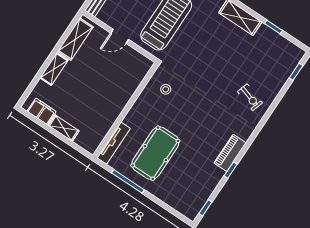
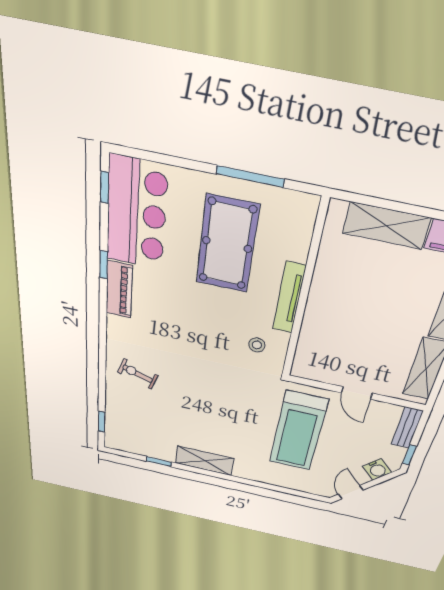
door: (120, 36) -> (357, 393), swing flipped
shelving: (64, 128) -> (386, 226), width x1.50, depth x1.33
tv unit: (114, 143) -> (289, 298), moved
bar counter: (196, 188) -> (136, 214), added

